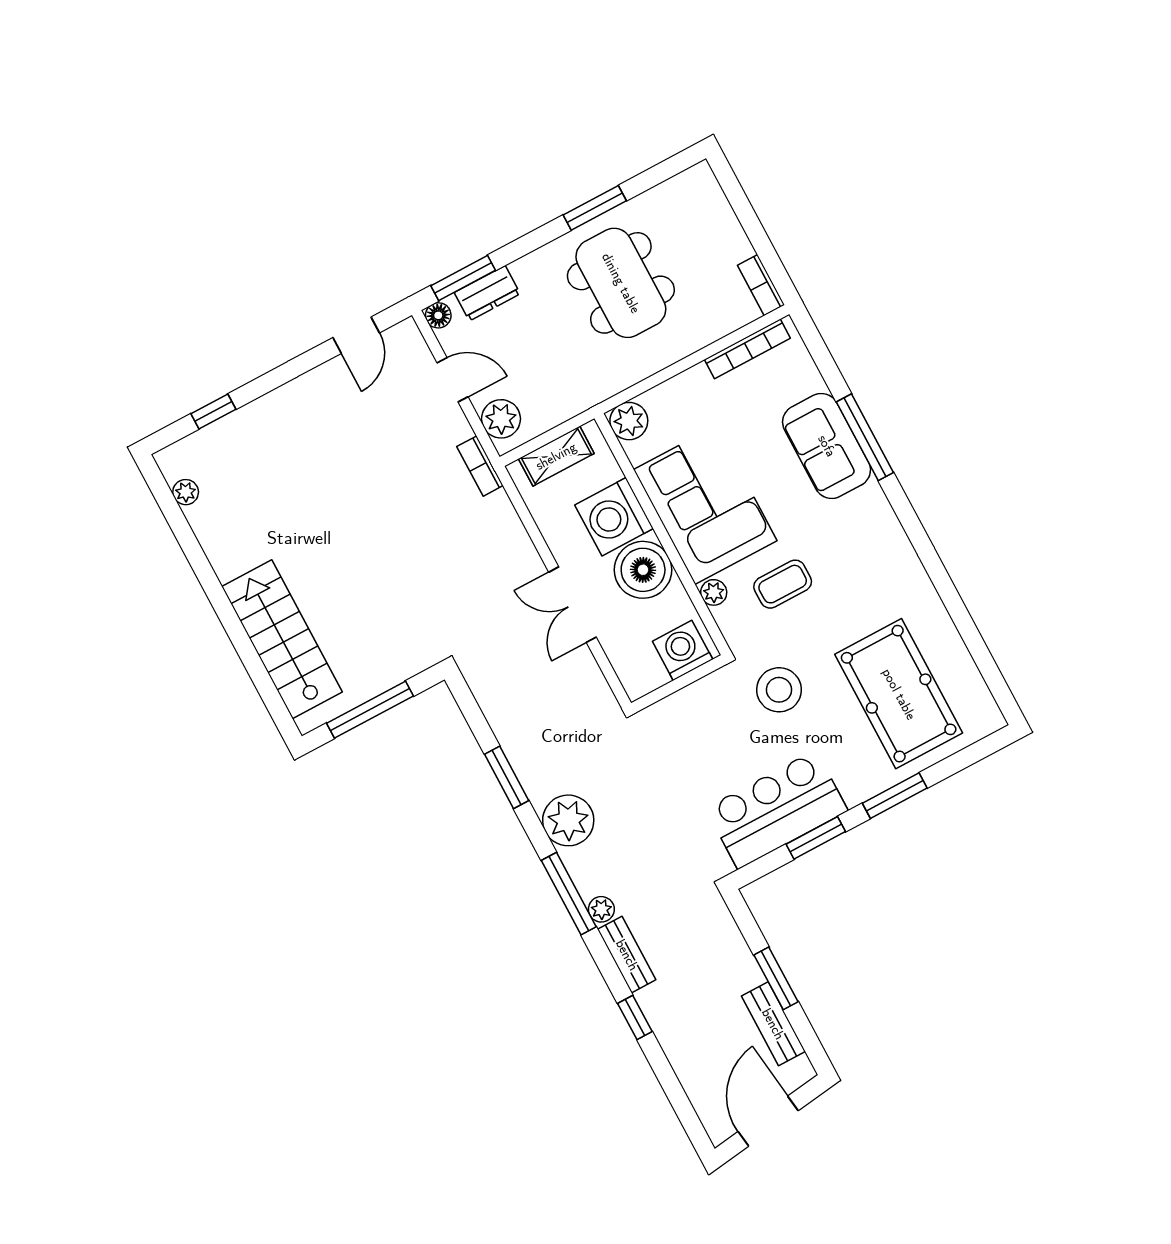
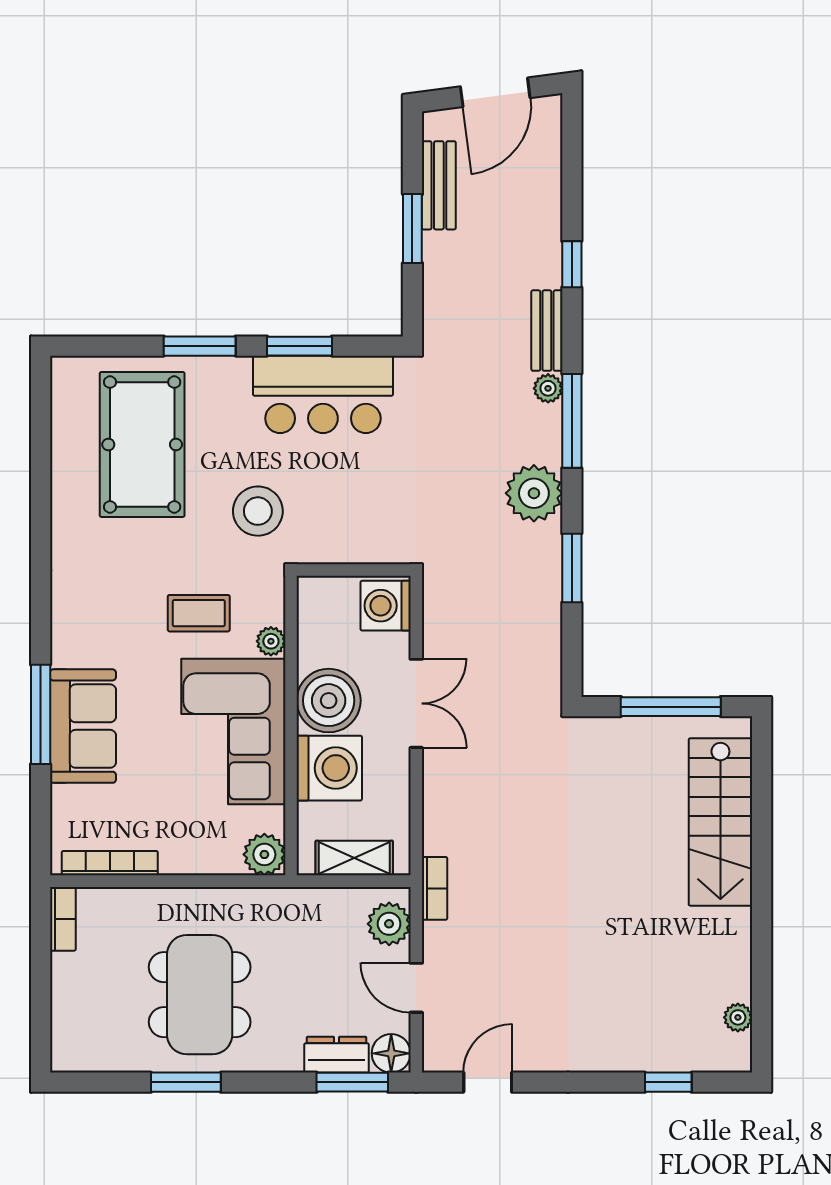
floor lamp: (438, 315) -> (391, 1053), width x1.37, depth x1.37
washing machine: (683, 650) -> (386, 606), moved, turned 90

